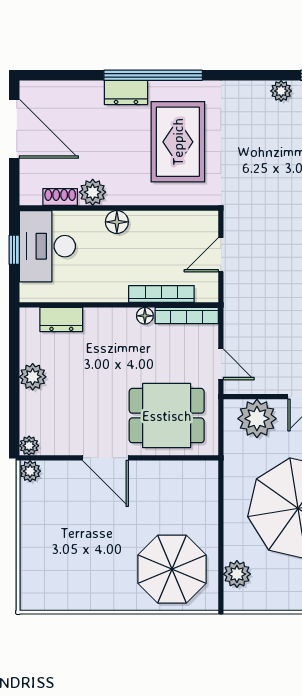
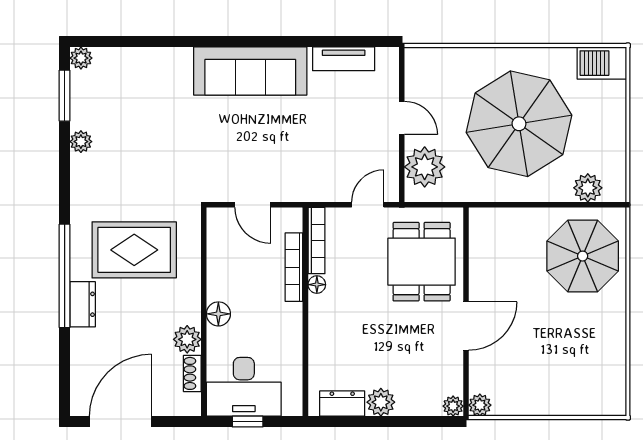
dresser: (61, 319) -> (342, 404), moved, turned -90

